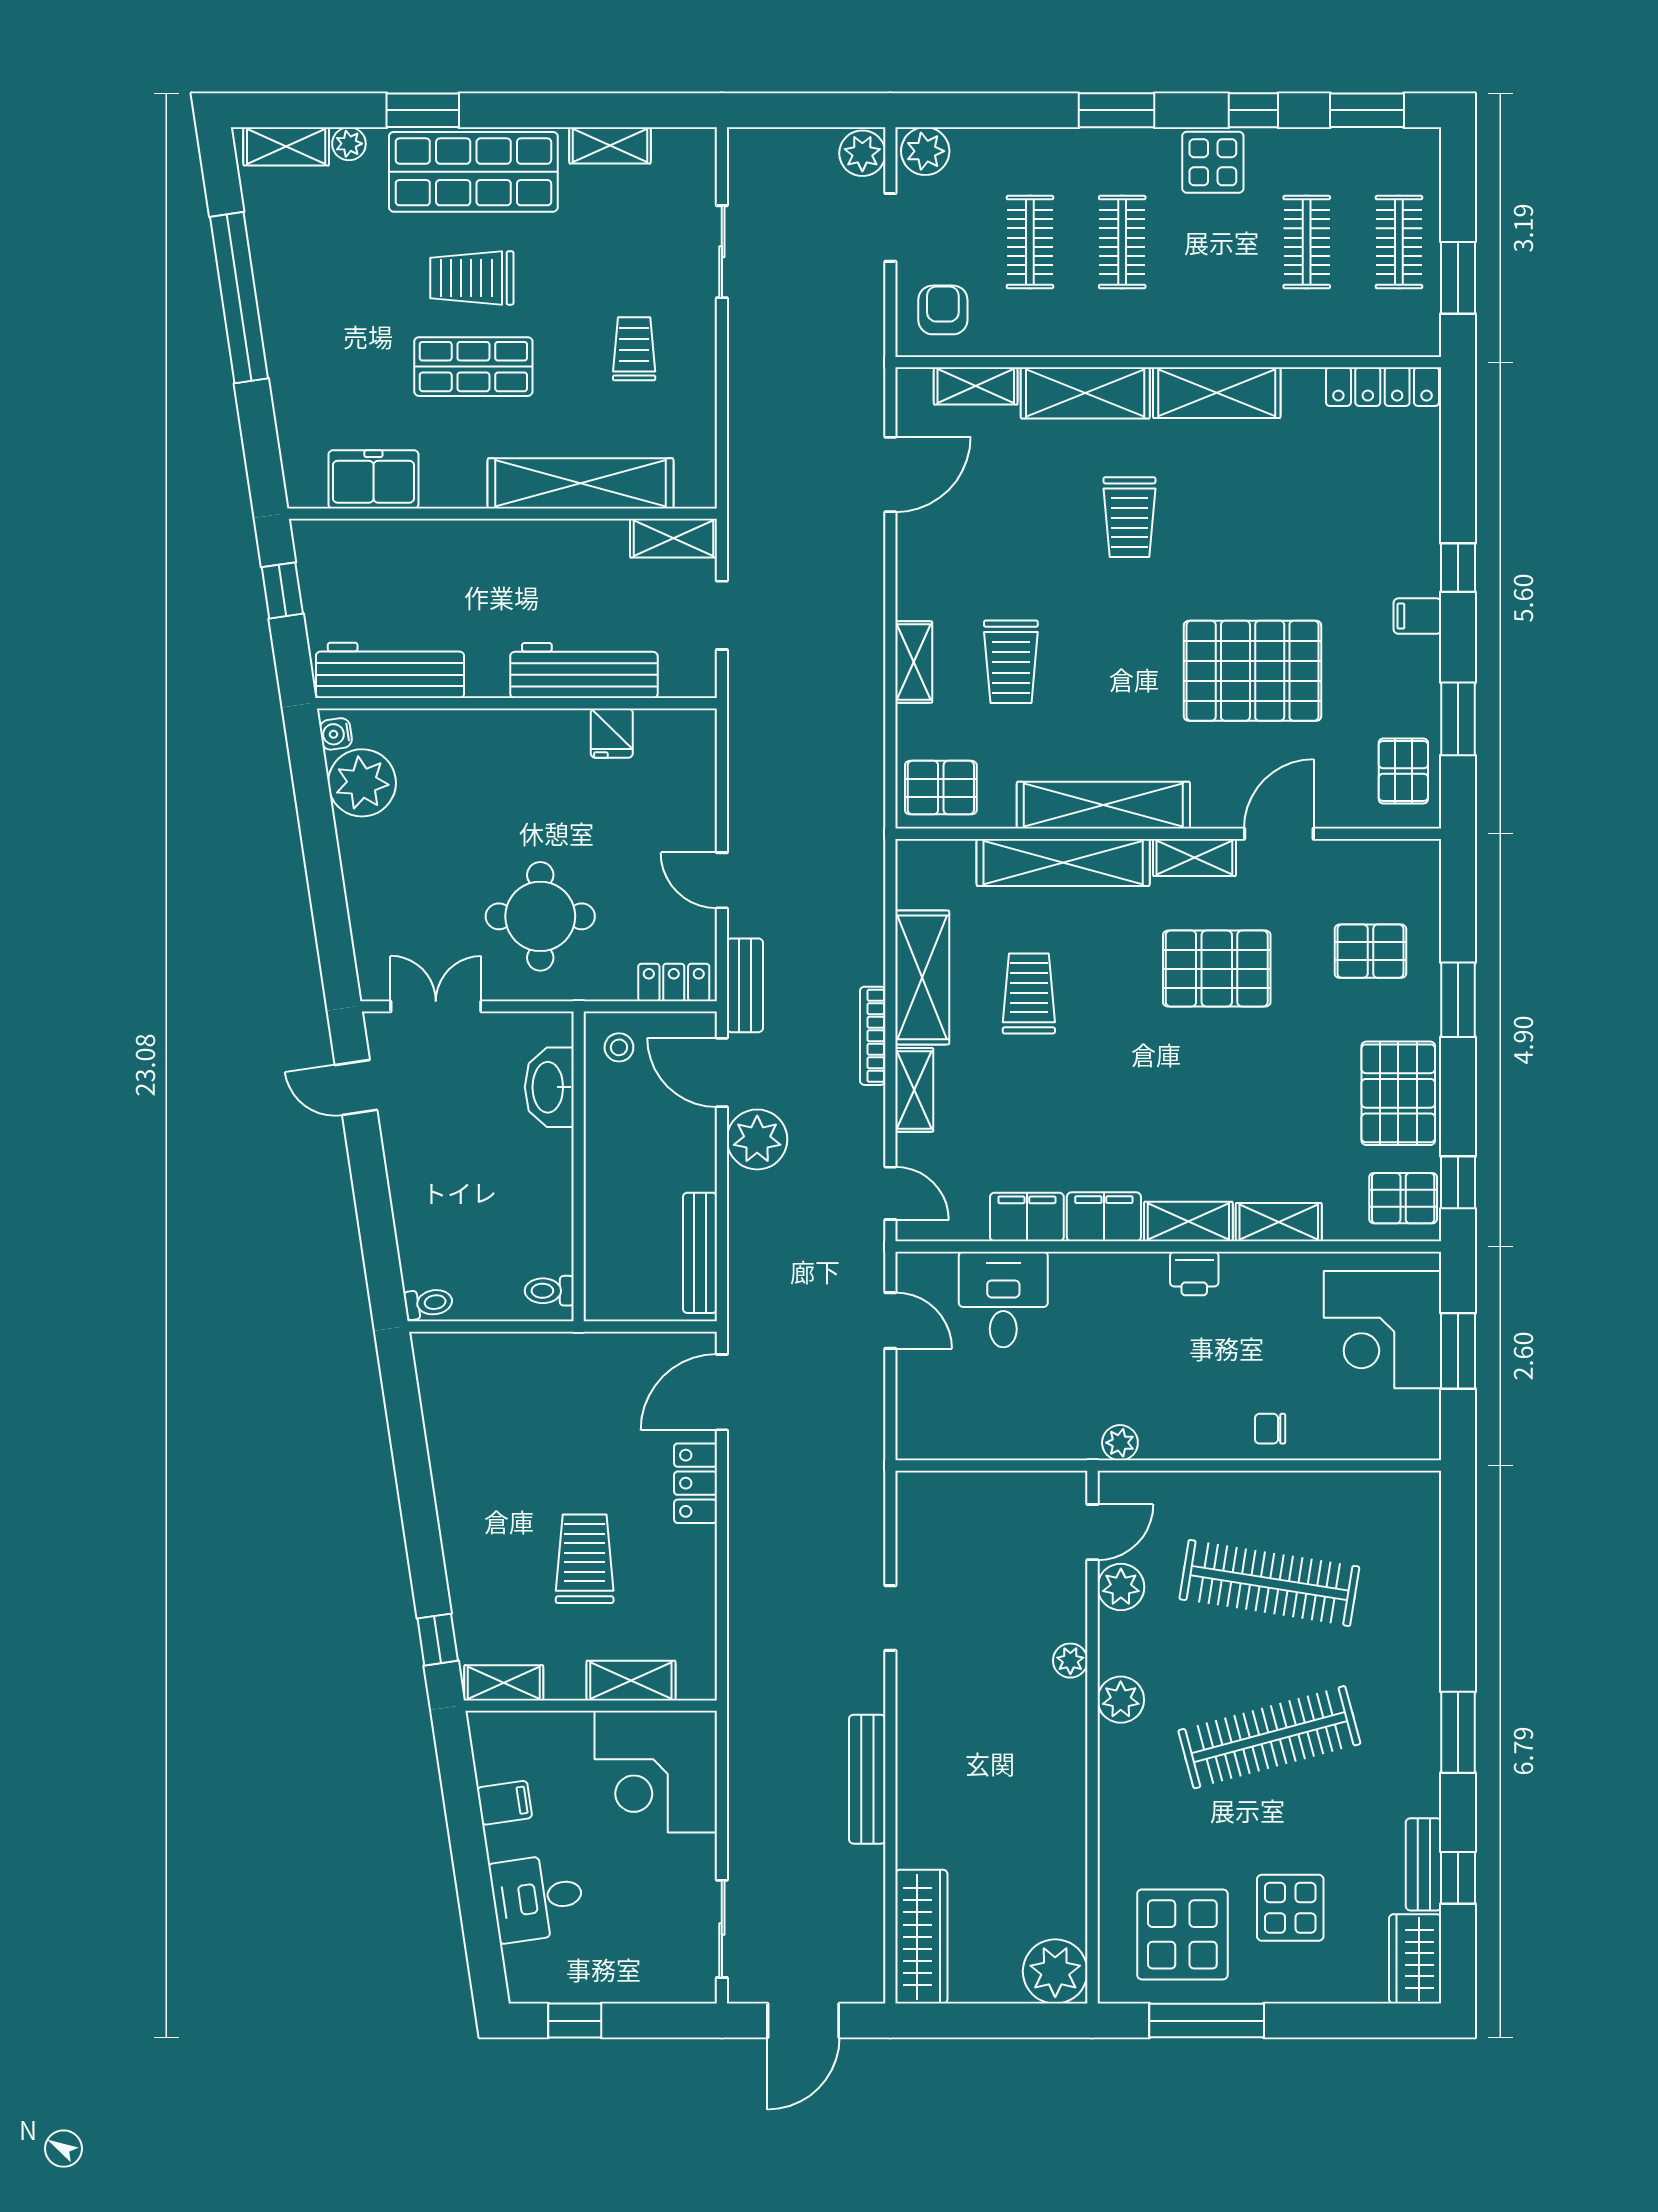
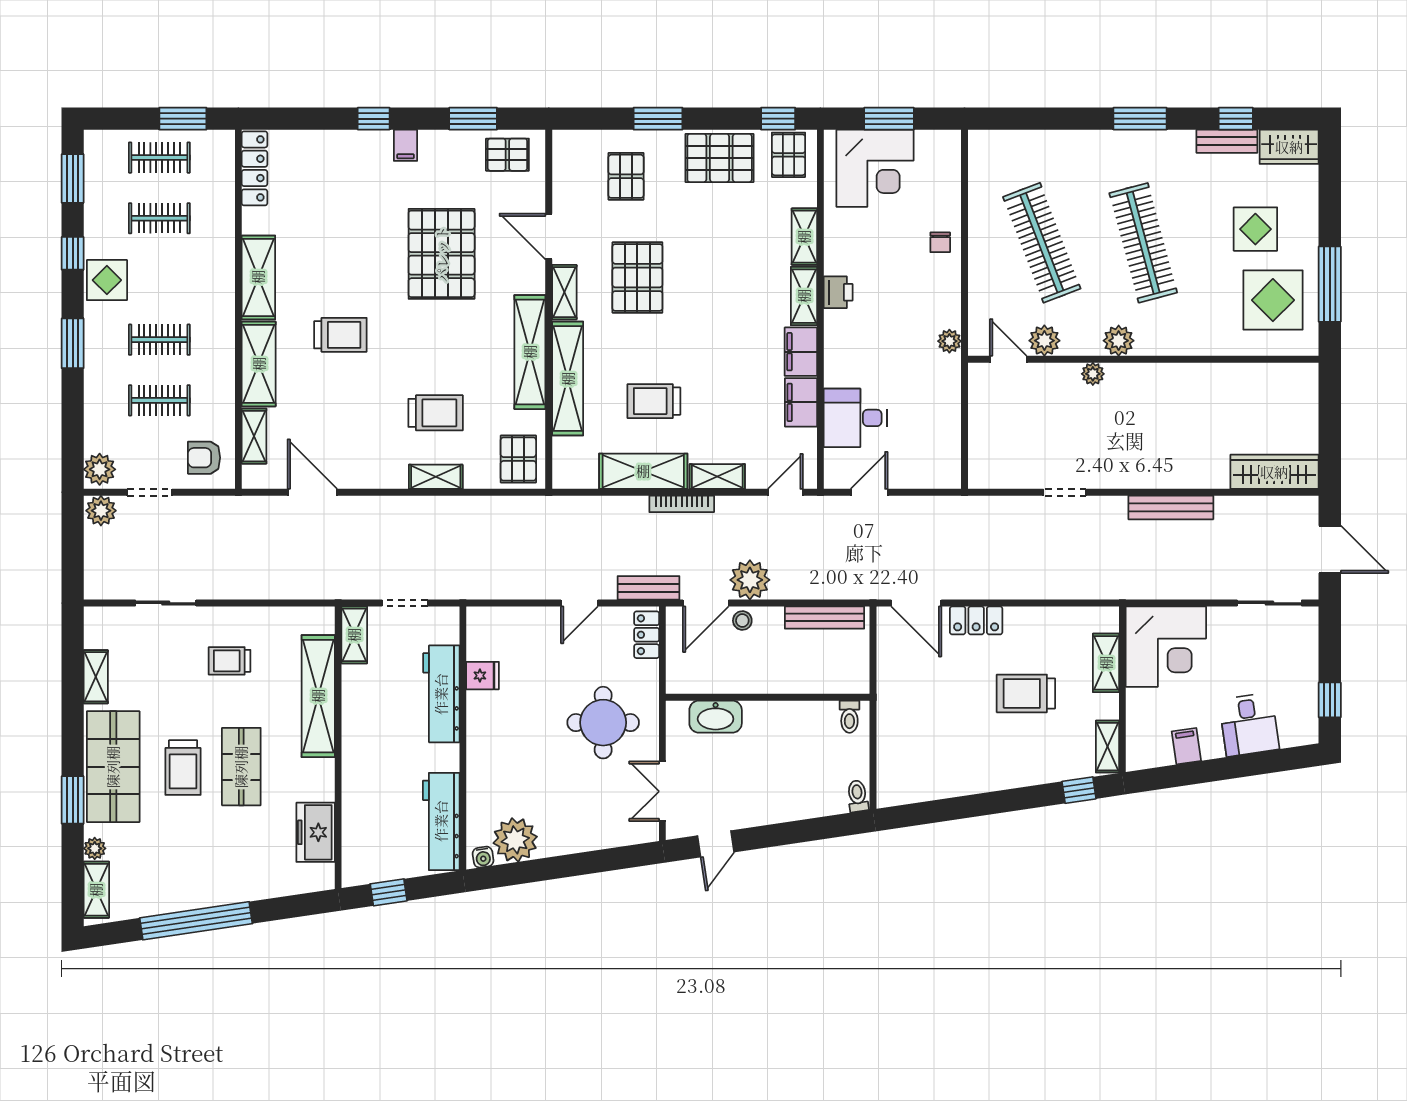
stool: (619, 1047) -> (742, 620), moved
clothes rail: (1269, 1583) -> (1042, 243), turned -30
plant: (1055, 1971) -> (1297, 384), removed

